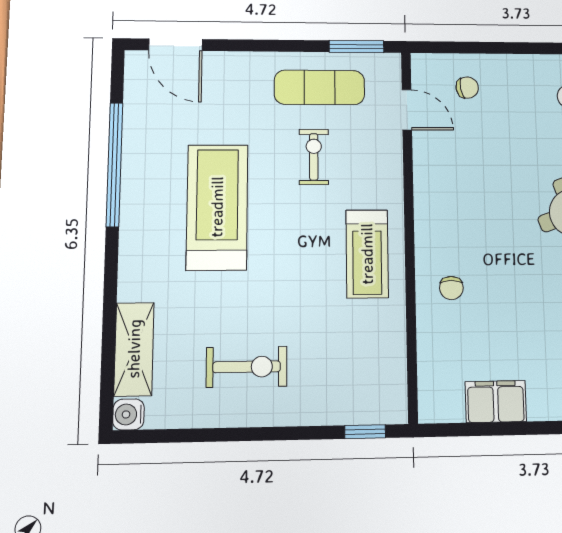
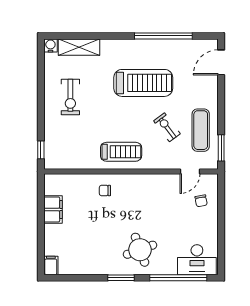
exercise bike: (314, 157) -> (167, 127), turned -127
treadmill: (367, 254) -> (121, 152), turned 180

